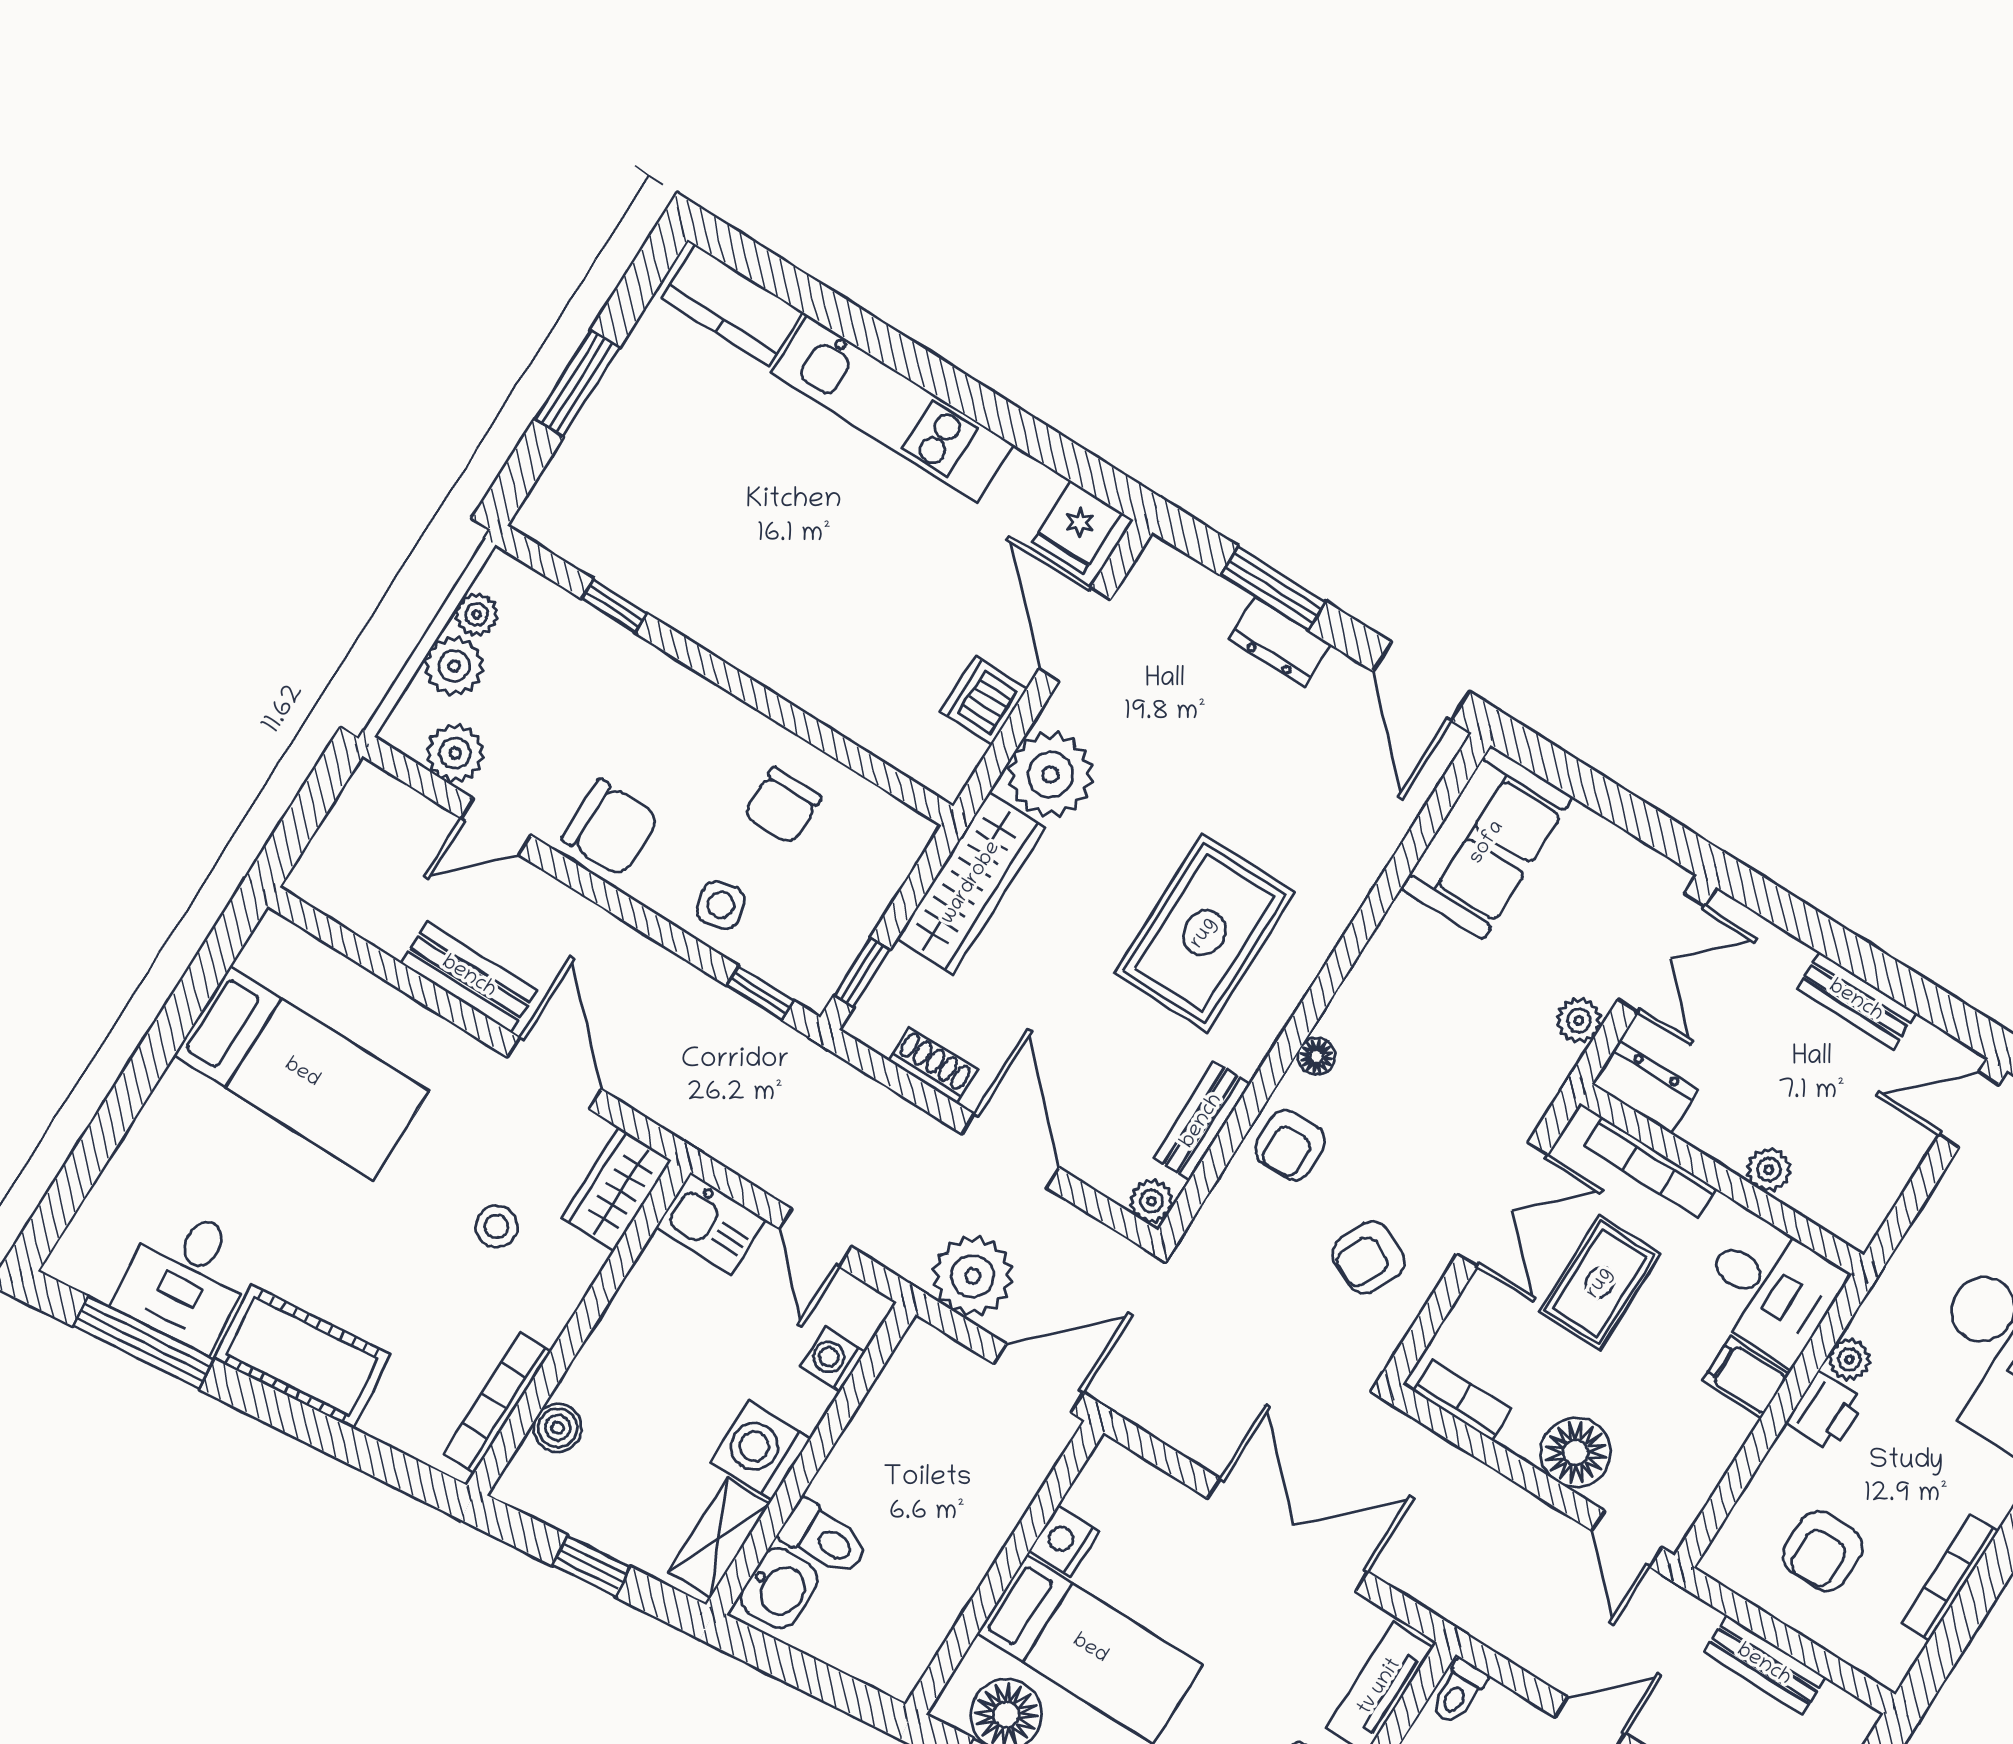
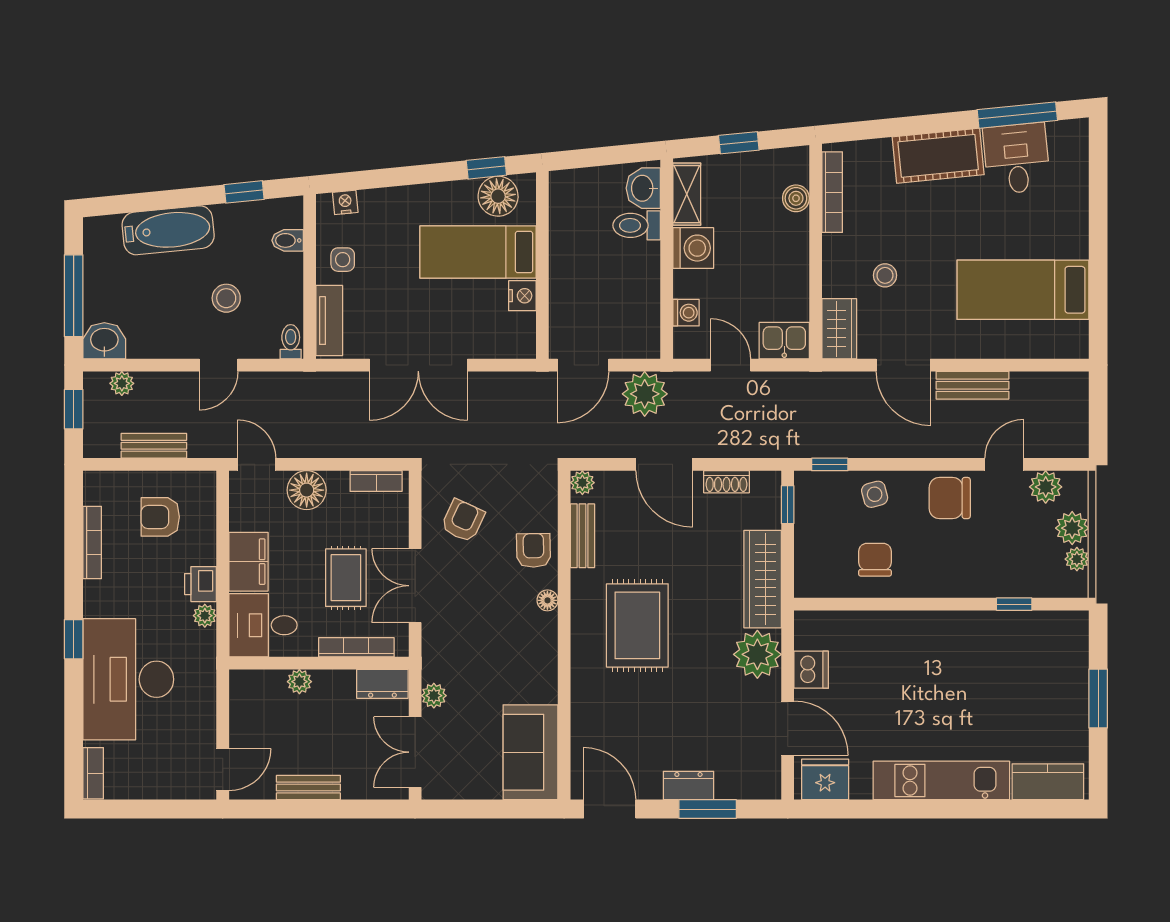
fridge: (1077, 527) -> (825, 779), width x1.38
filing cabinet: (1746, 1377) -> (248, 562), width x2.00
armchair: (1823, 1551) -> (160, 517), turned -90

